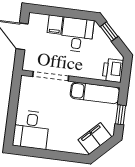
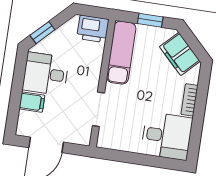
doorway: (51, 76) -> (98, 109), width x0.73
bookcase: (59, 147) -> (190, 100), added

